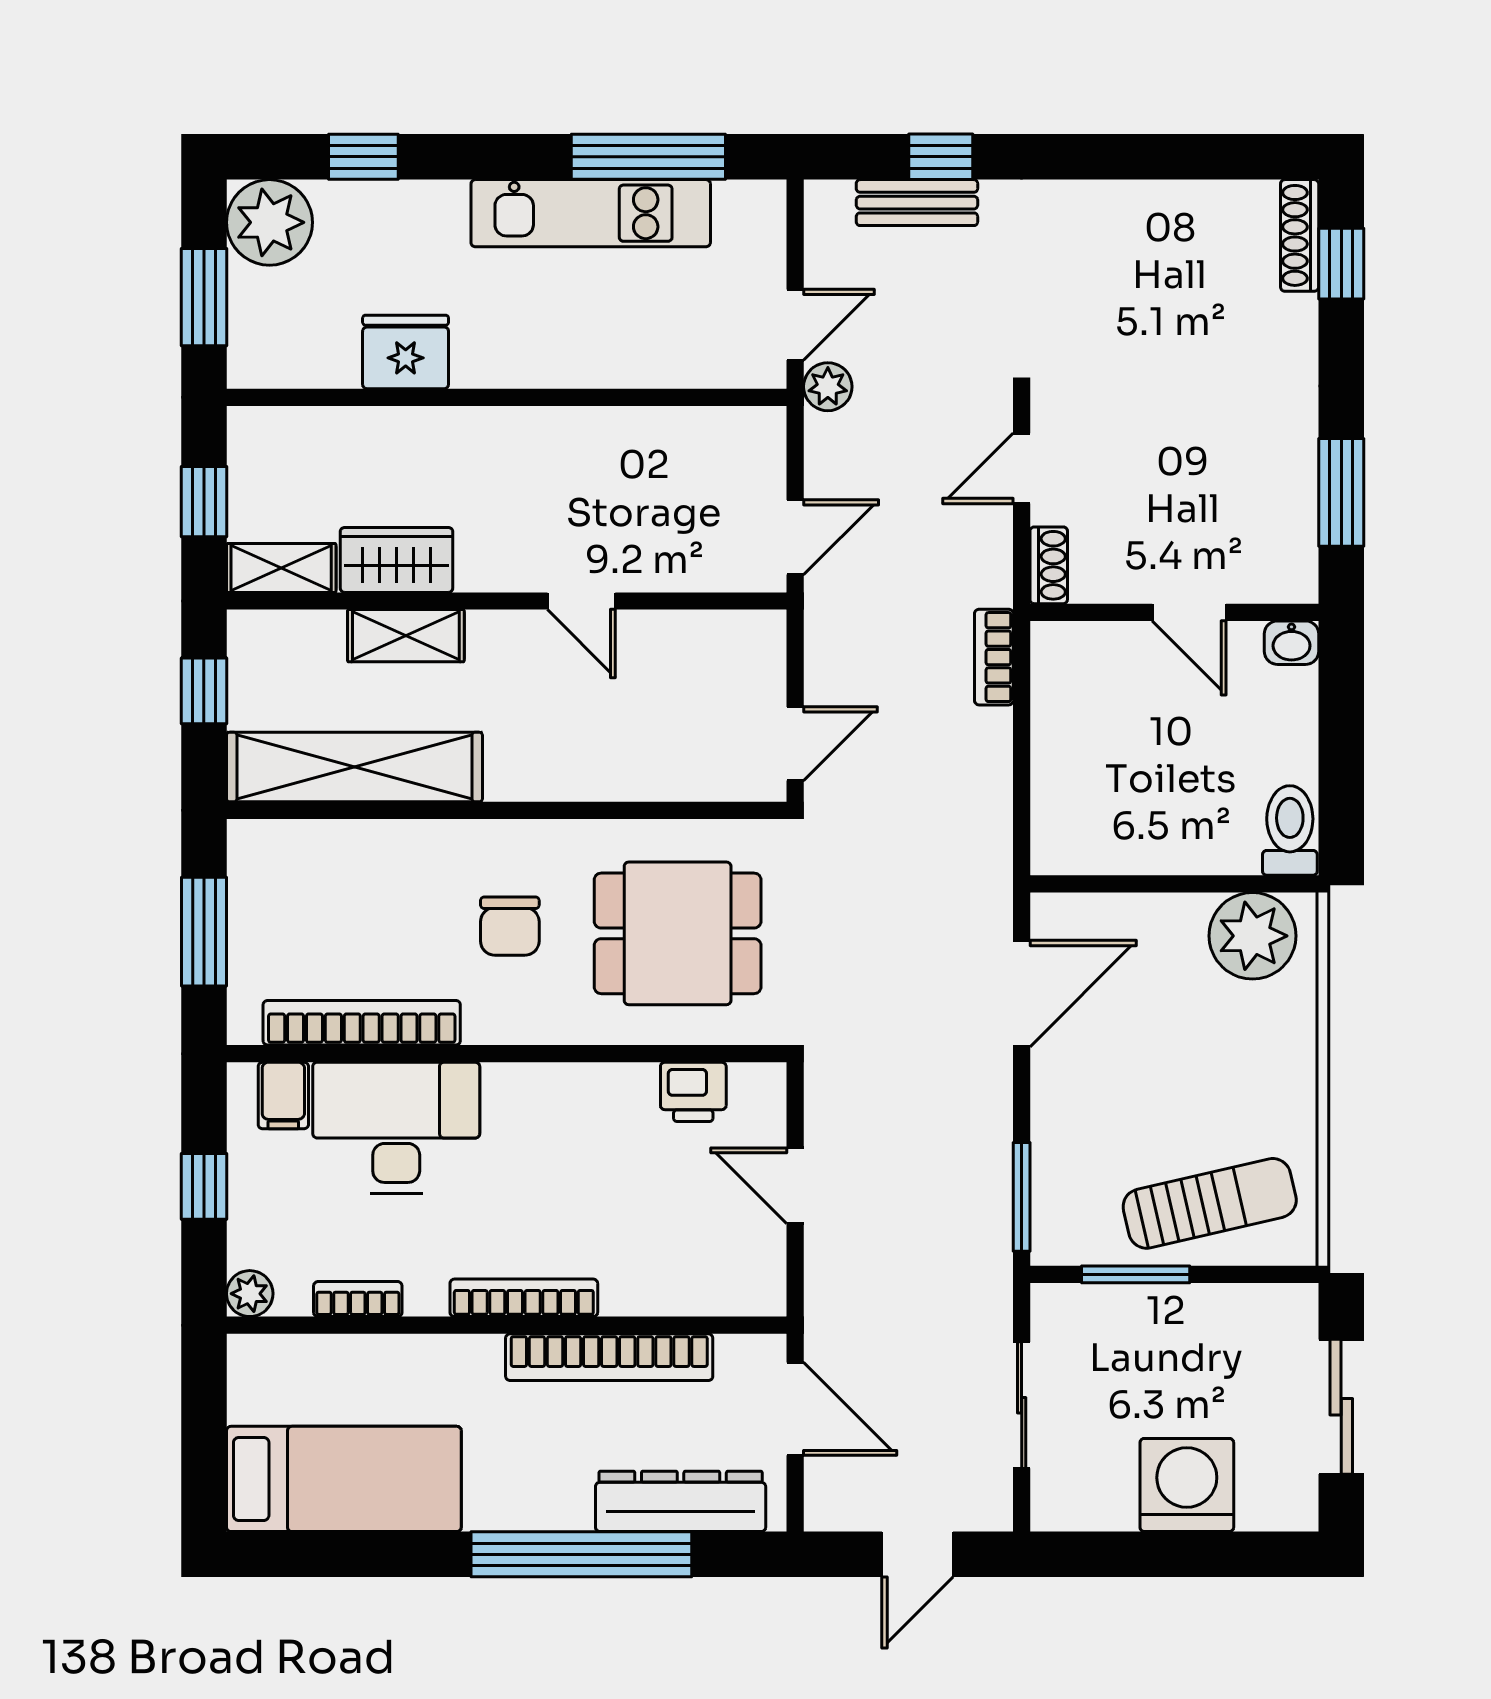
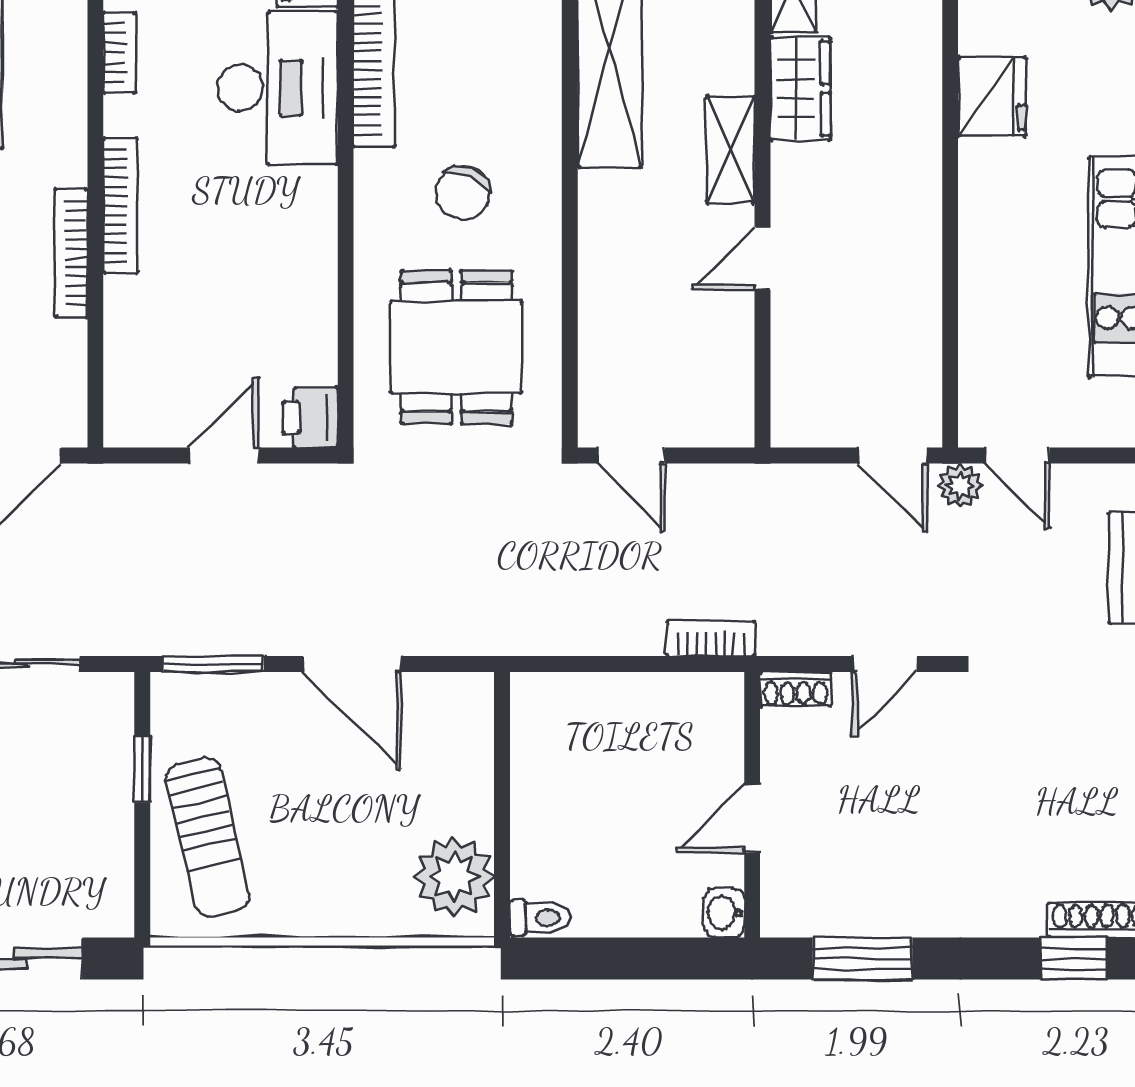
door: (1022, 468) -> (885, 664), swing flipped
door: (795, 537) -> (893, 456), moved
shelving: (406, 636) -> (731, 150), moved
toilet: (1290, 830) -> (540, 918), width x0.73, depth x0.72
chair: (510, 926) -> (463, 193), turned -68
door: (1022, 994) -> (352, 664), moved
printer: (693, 1092) -> (310, 418), moved
window: (1136, 1274) -> (142, 769), width x0.67
bookcase: (609, 1357) -> (71, 253), width x0.68, depth x0.76

